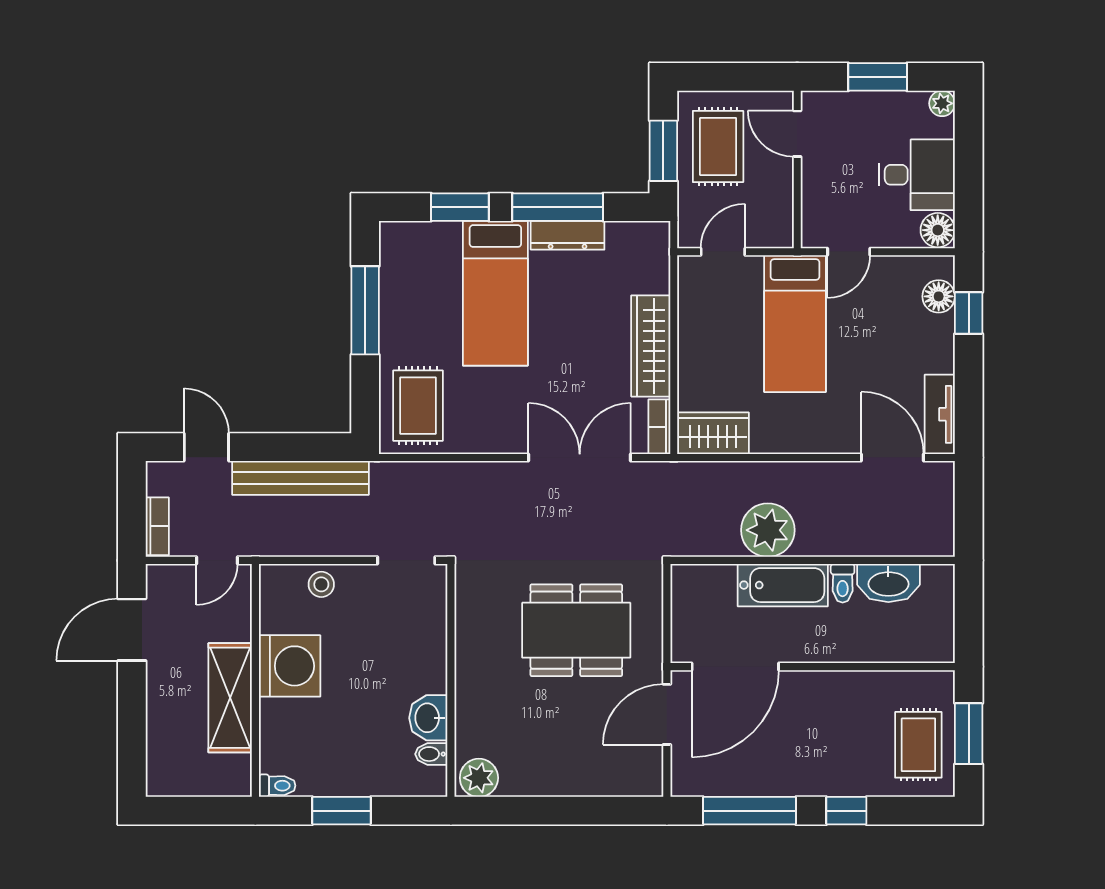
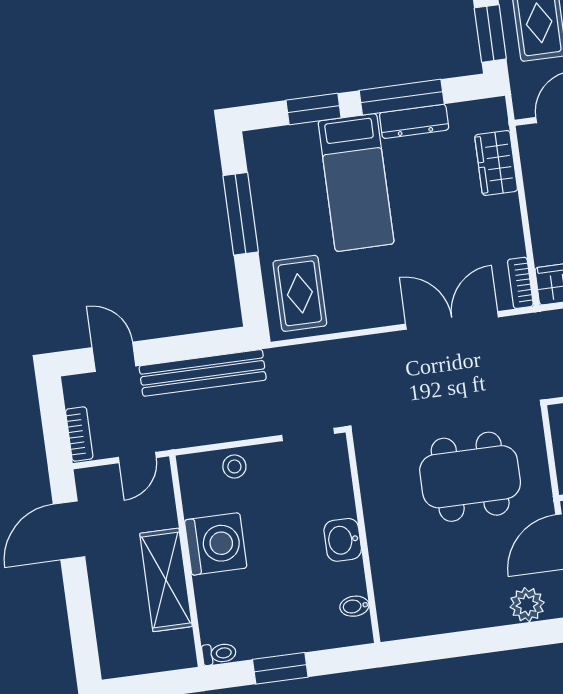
wardrobe: (651, 346) -> (496, 163), moved, width x0.67
washbasin: (428, 718) -> (343, 540), moved
plant: (479, 778) -> (527, 605), moved

